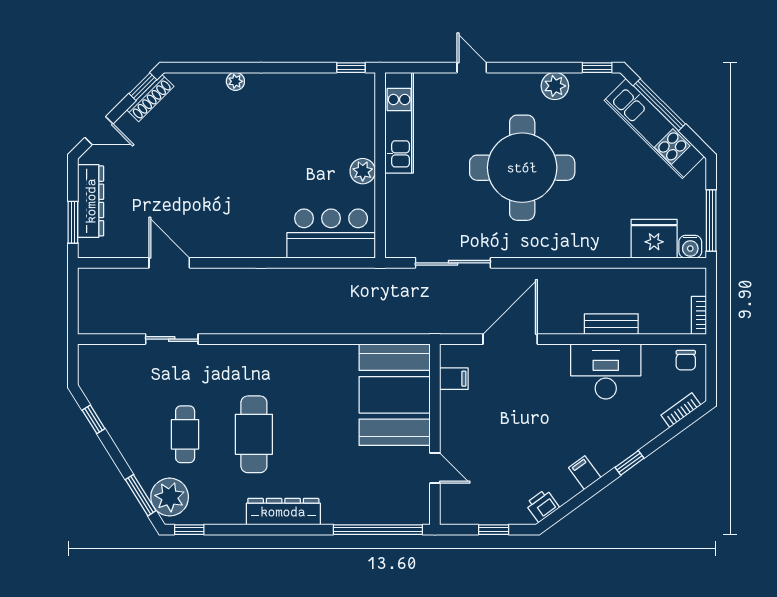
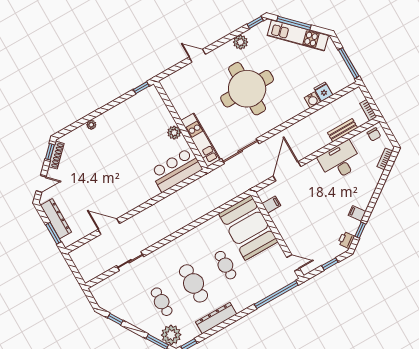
kitchen unit: (399, 123) -> (201, 140), moved
fridge: (654, 239) -> (323, 92), width x0.53, depth x0.75
water cooler: (690, 247) -> (312, 100), moved
bench: (611, 324) -> (343, 130), moved
cafe table: (323, 434) -> (225, 265), added
window: (630, 463) -> (360, 230), moved
door: (435, 468) -> (293, 263), moved
dresser: (283, 512) -> (216, 318), moved

